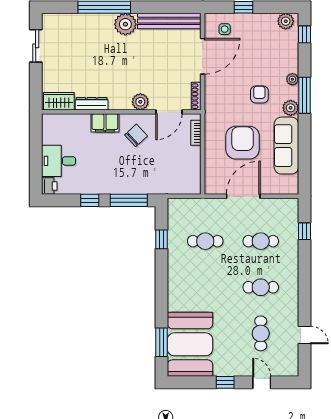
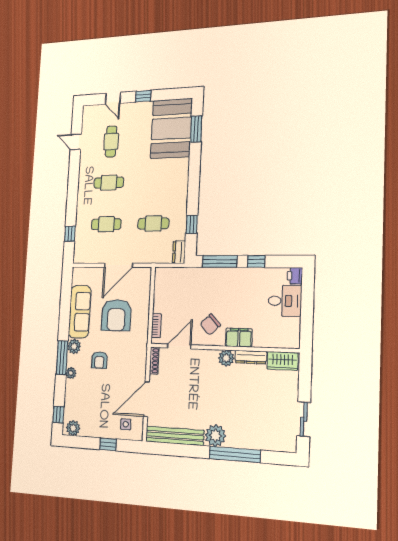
plant: (140, 102) -> (226, 358), moved
dresser: (174, 210) -> (179, 252), added

